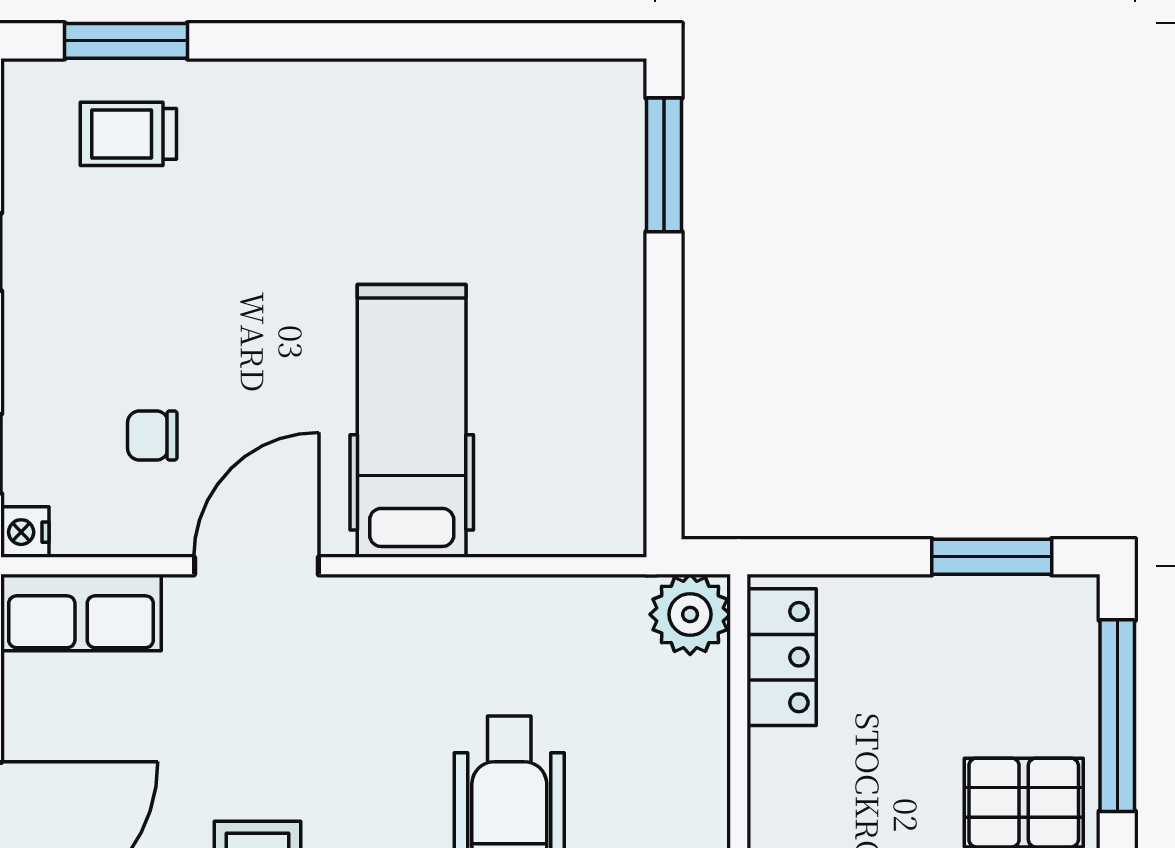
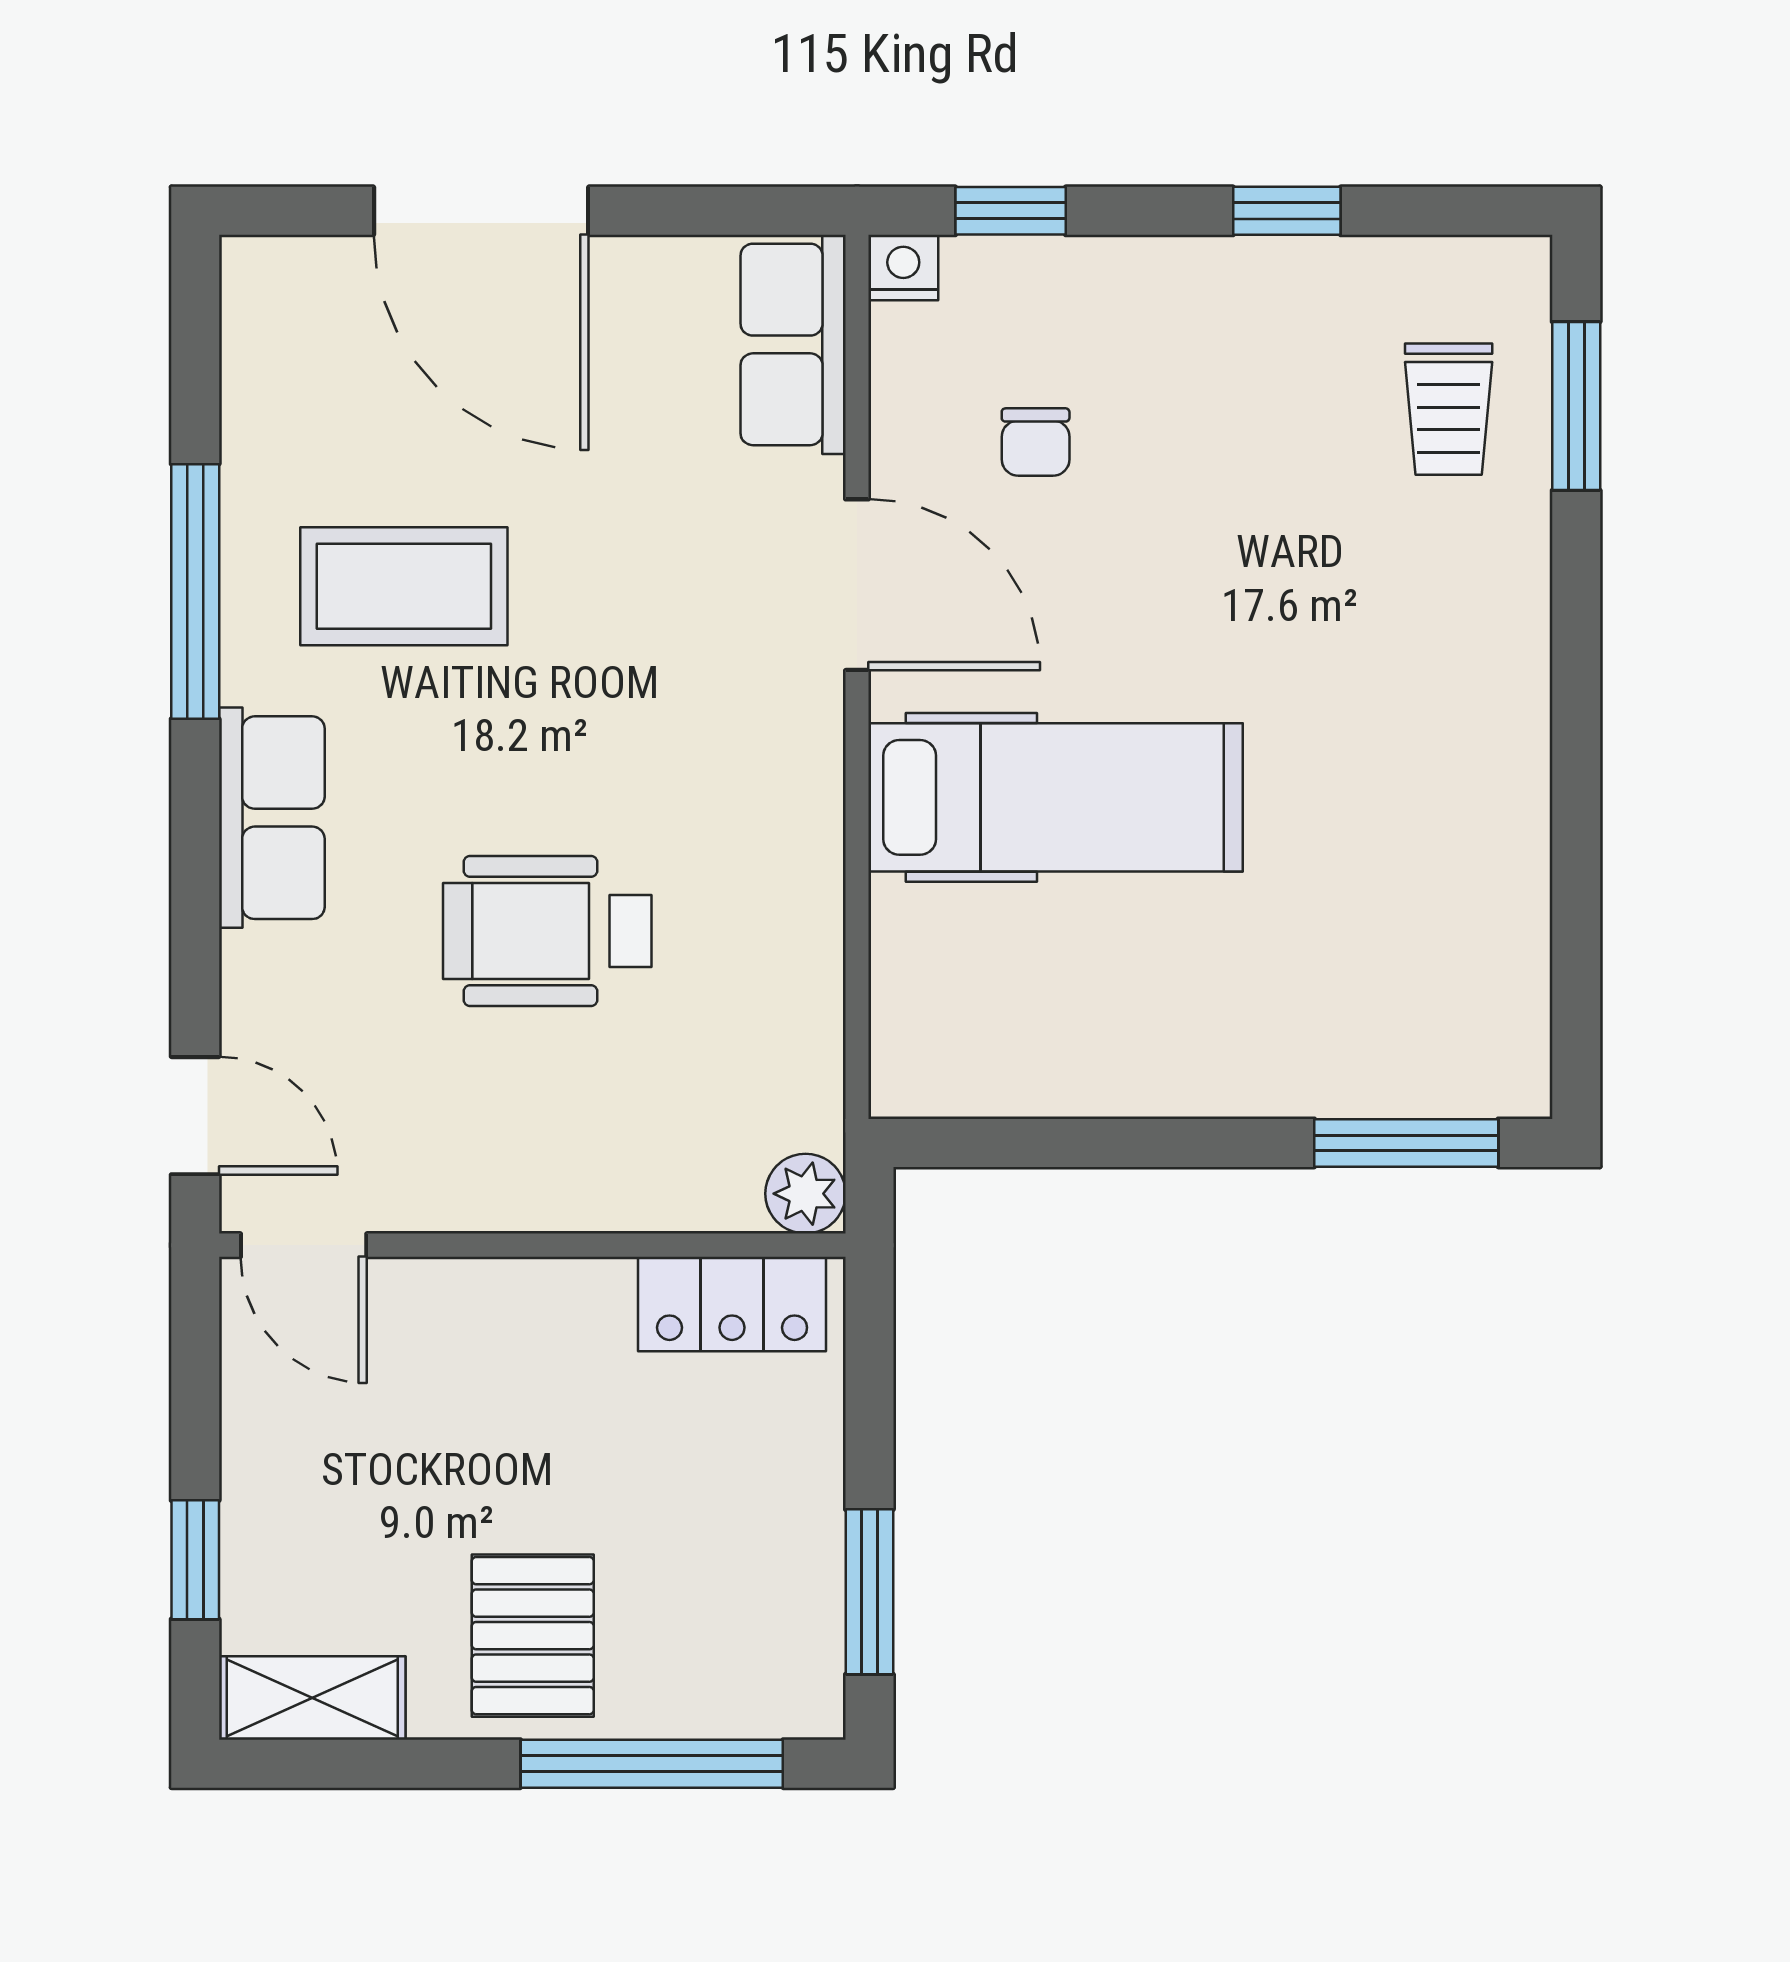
trolley: (128, 134) -> (1449, 409), turned 180
chair: (152, 435) -> (1036, 442), turned 180
plant: (690, 614) -> (806, 1194), width x0.73, depth x0.73

